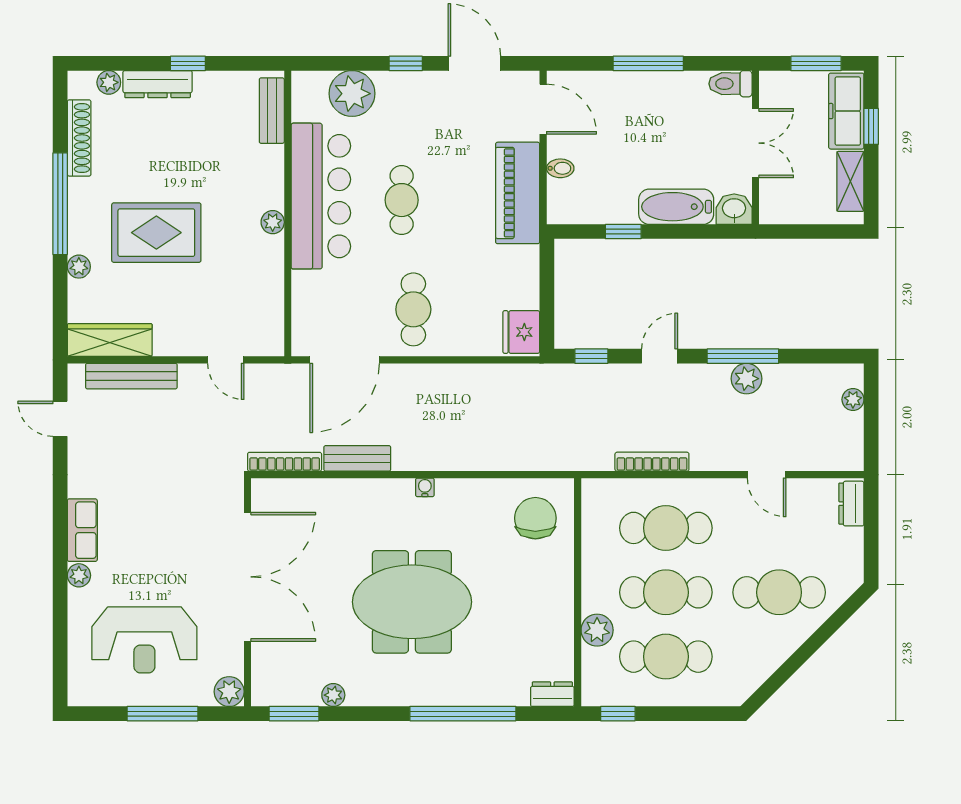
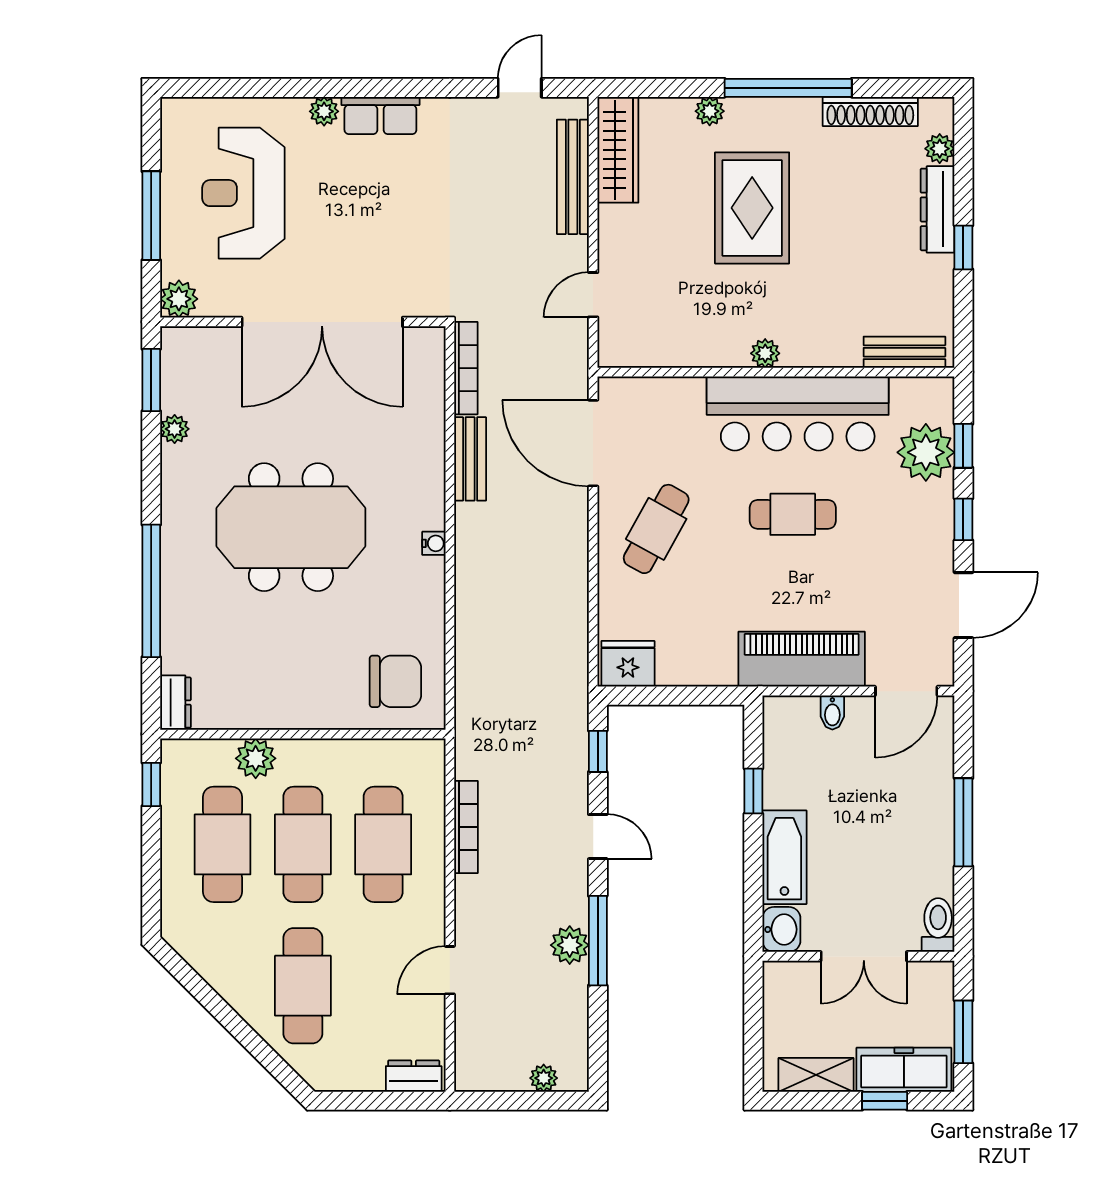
window: (347, 63) -> (963, 446), added
cafe table: (413, 309) -> (656, 529), turned -61
meeting table: (412, 602) -> (291, 527), turned 90

